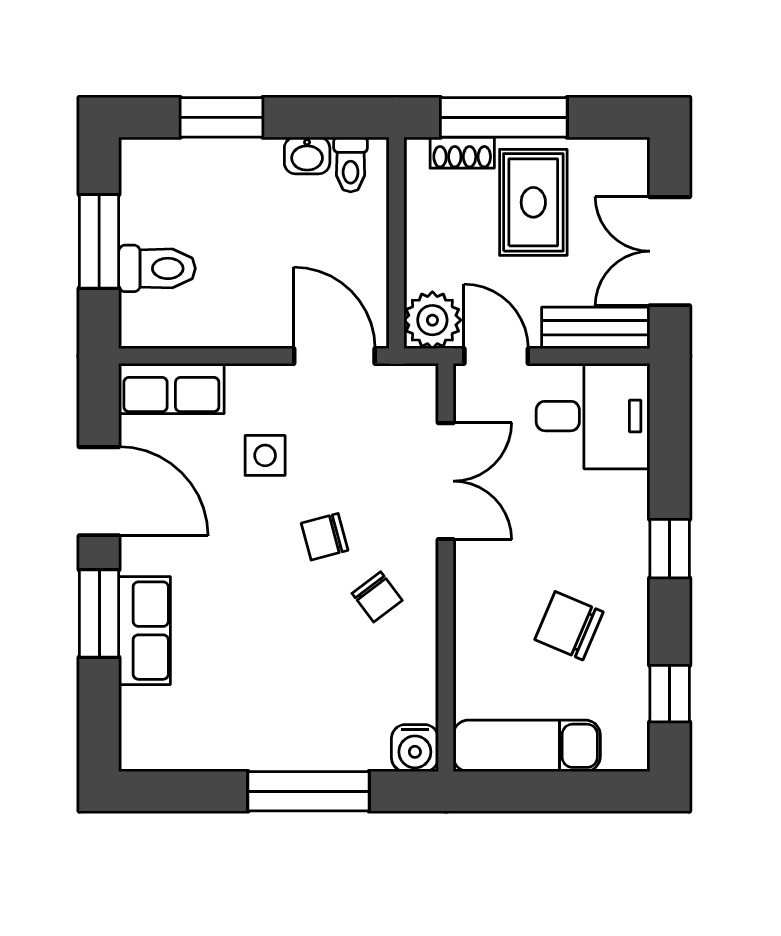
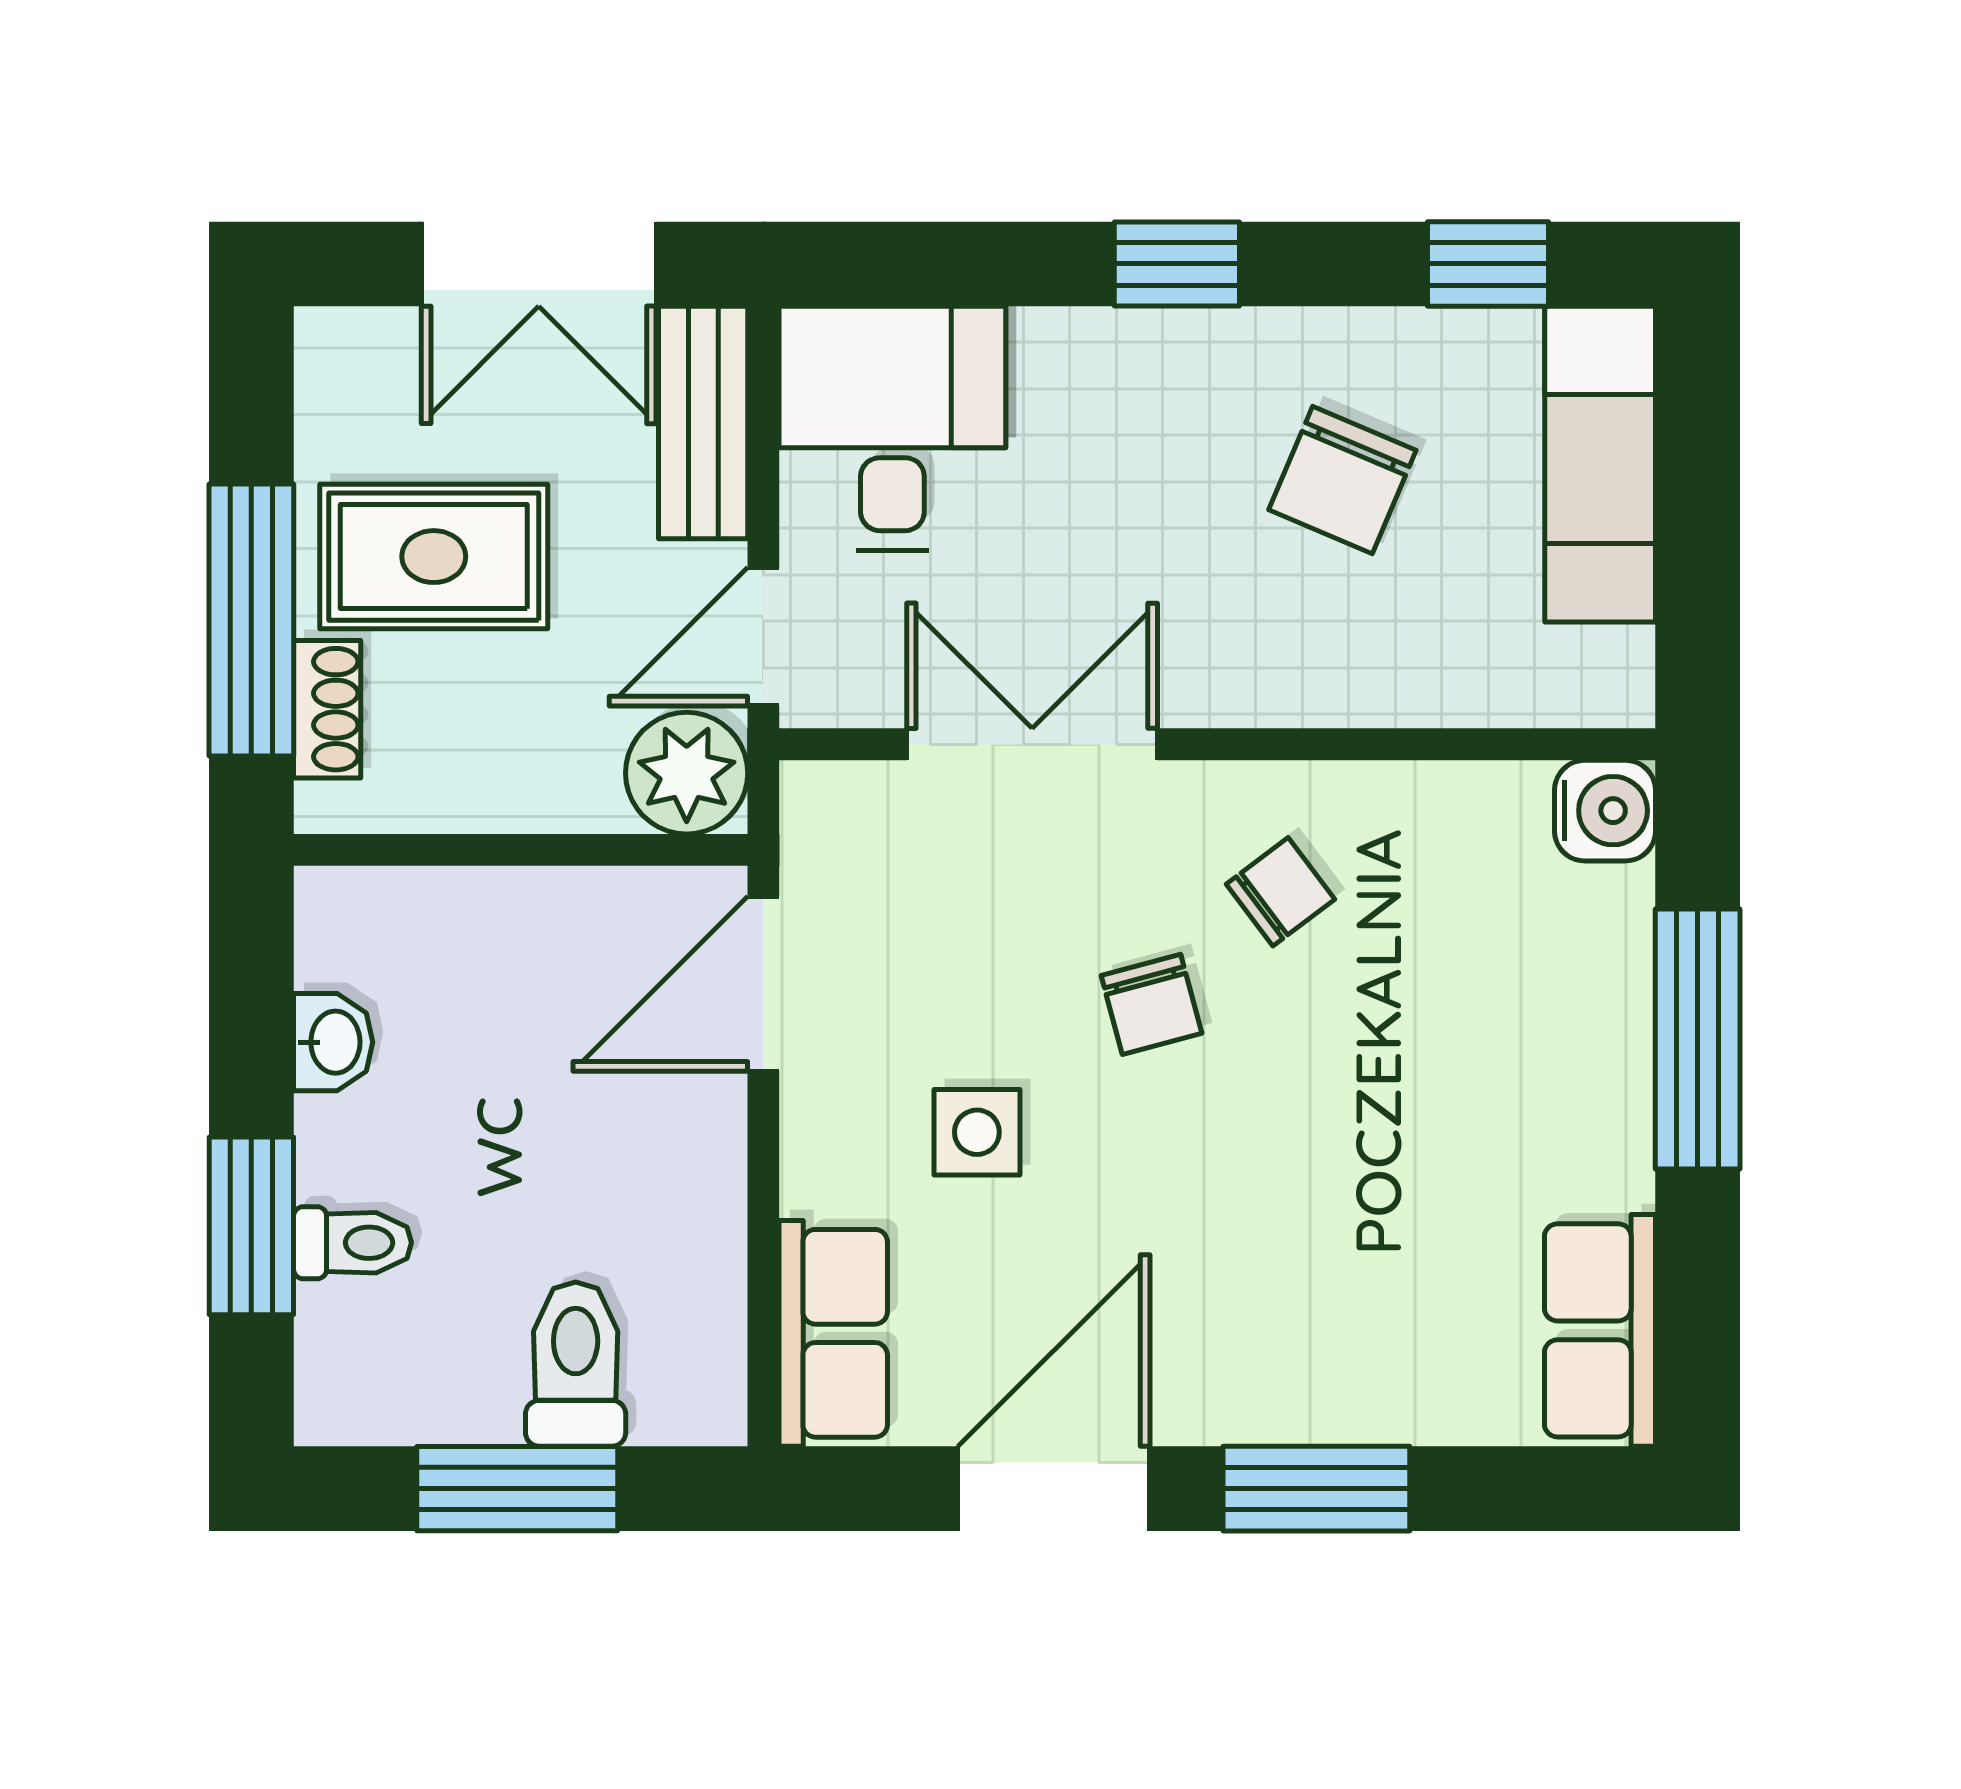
toilet: (351, 164) -> (353, 1243), moved
row of seats: (145, 631) -> (1600, 1330), moved, turned -90
exam couch: (527, 746) -> (1600, 464), moved

